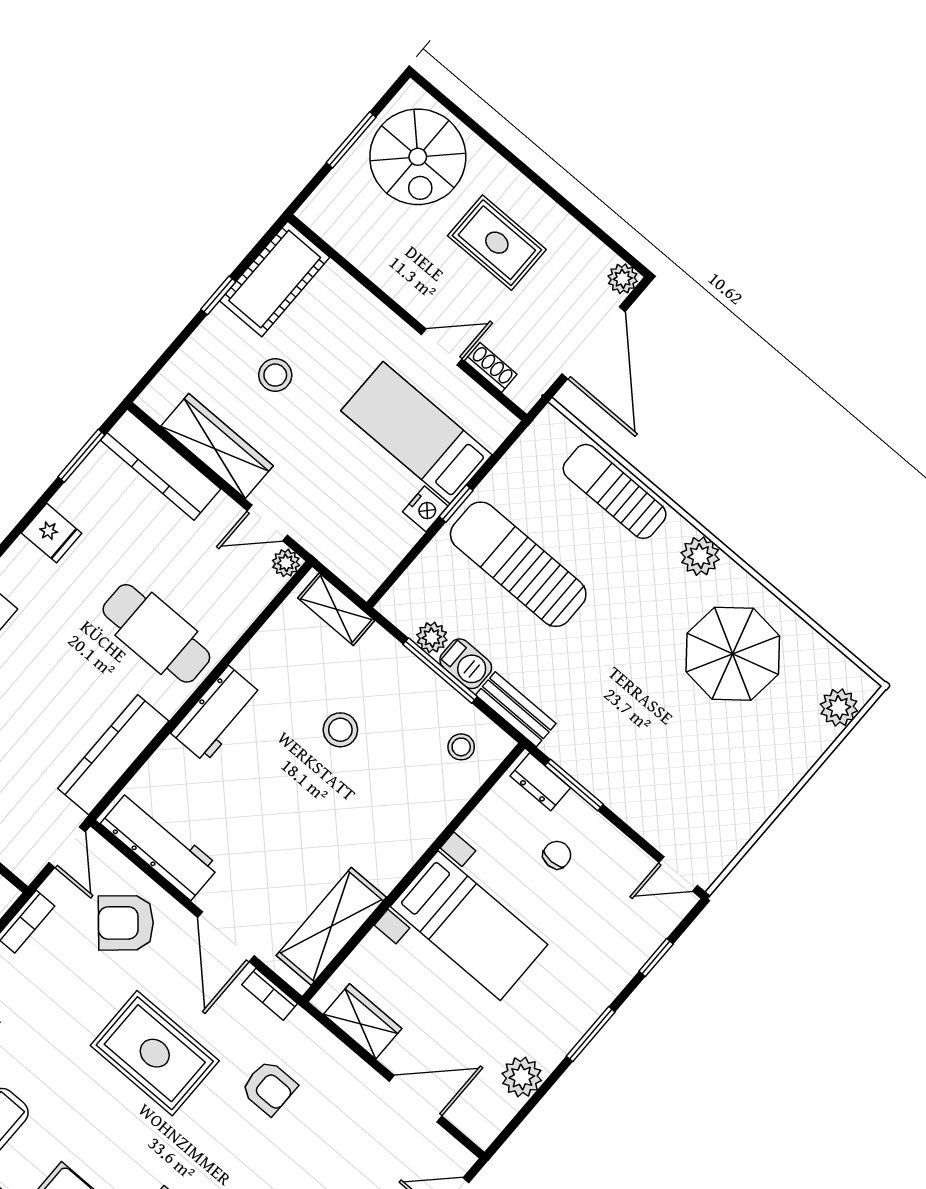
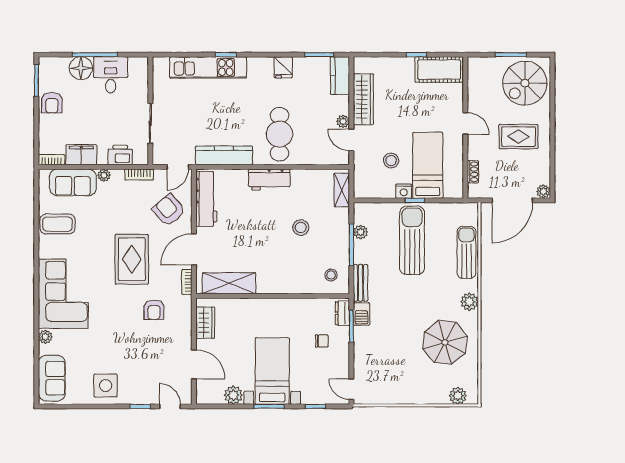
rug: (497, 243) -> (518, 137), turned 90
door: (441, 347) -> (465, 123), moved
stool: (275, 375) -> (391, 161), moved
kitchen counter: (161, 465) -> (340, 76), width x0.67
plant: (286, 563) -> (343, 121), moved
barbecue: (466, 664) -> (361, 314), moved
bed with nightstands: (469, 926) -> (272, 371), moved, turned 180

